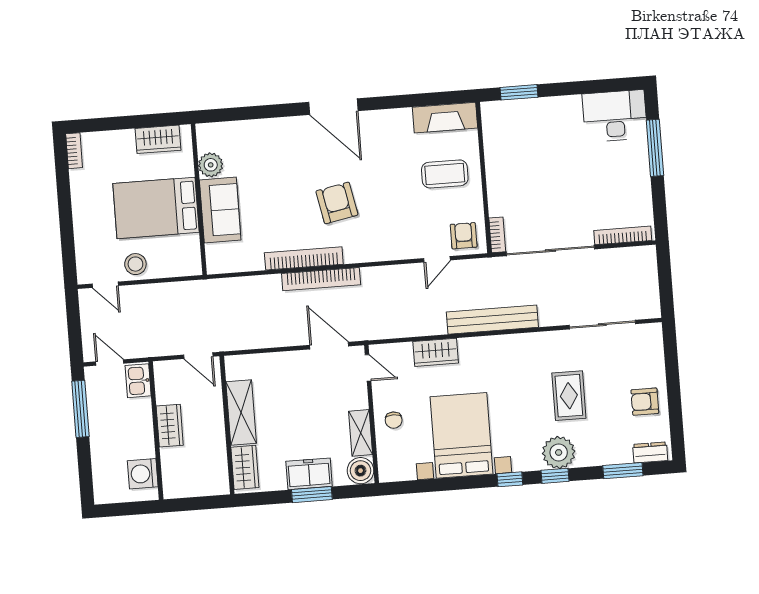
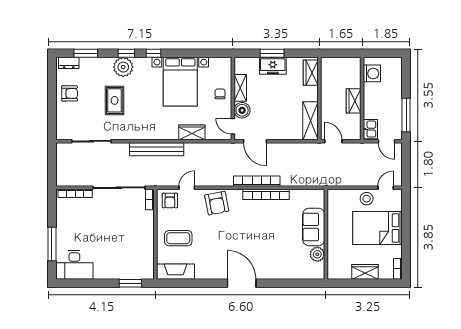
wardrobe: (158, 139) -> (365, 272), moved
armchair: (337, 203) -> (217, 203), moved
bed: (156, 208) -> (378, 228), moved, turned 180
door: (105, 285) -> (386, 188), hinge flipped
shelving: (241, 412) -> (310, 121), moved
boiler: (360, 471) -> (242, 110), moved

